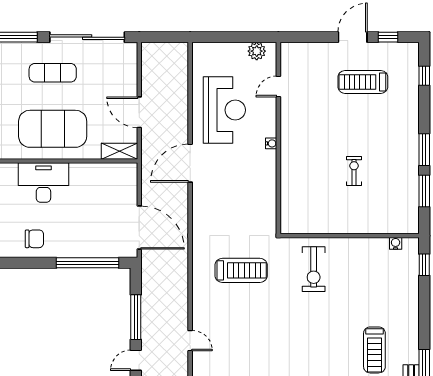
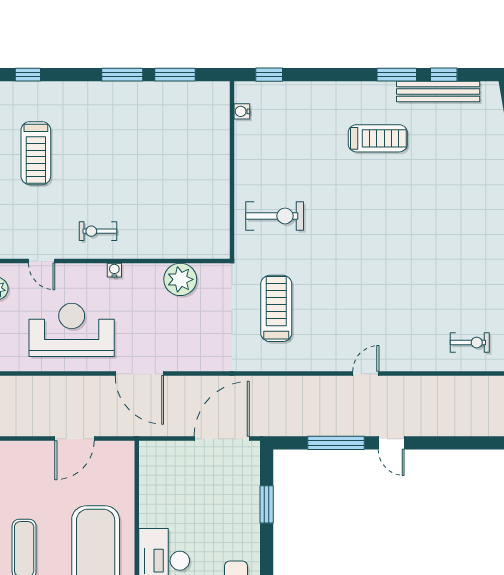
shelving: (119, 151) -> (124, 464), removed
exercise bike: (354, 171) -> (98, 231), moved
plant: (264, 195) -> (180, 279), added
window: (88, 263) -> (267, 504), width x0.47

